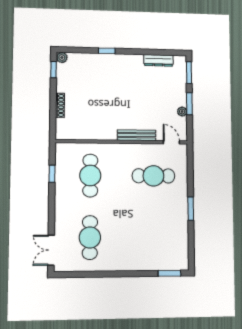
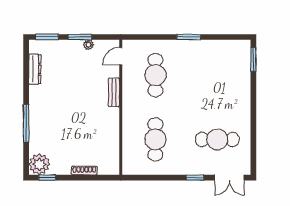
window: (107, 51) -> (26, 123), width x2.17
plant: (62, 58) -> (39, 164), width x1.88, depth x1.88
bench: (137, 135) -> (114, 92), width x0.73
window: (52, 174) -> (195, 178), moved
cafe table: (90, 176) -> (155, 139), turned 90

